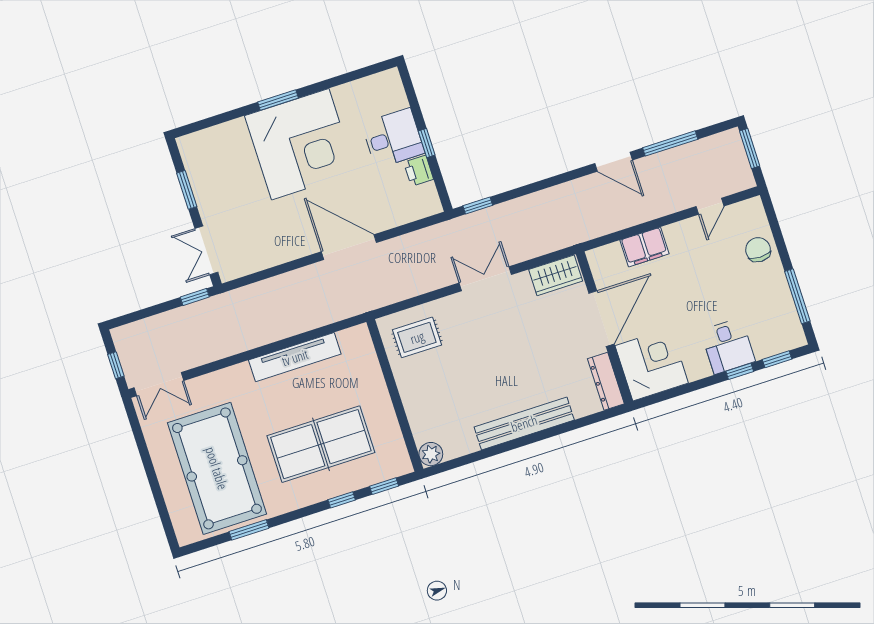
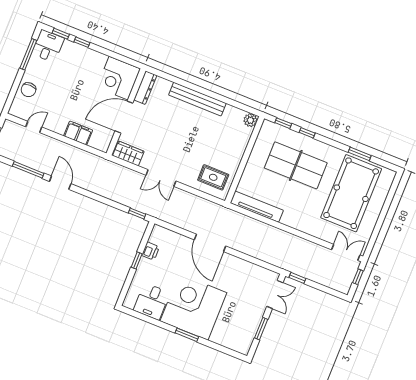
desk: (393, 138) -> (152, 301), moved, turned -90
desk: (728, 346) -> (48, 46), moved
tv unit: (295, 357) -> (257, 207), moved

